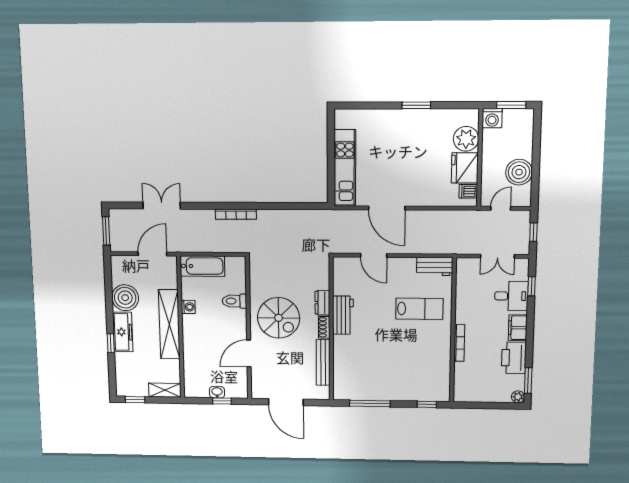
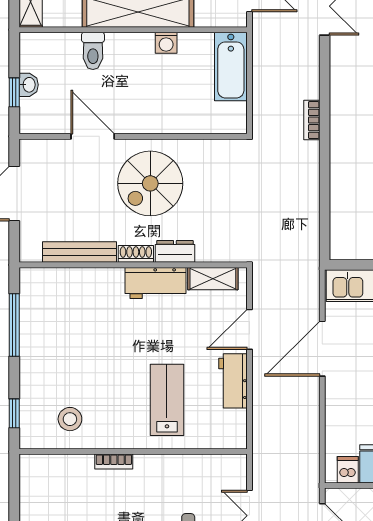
bookcase: (236, 214) -> (312, 120), width x0.64
workbench: (435, 266) -> (233, 381), moved
shelving: (340, 279) -> (213, 279), added
toilet: (234, 301) -> (93, 51), moved, turned 180
lab bench: (419, 309) -> (167, 400), turned 180
bookcase: (459, 343) -> (114, 462), width x0.64
stool: (431, 370) -> (70, 419), added

